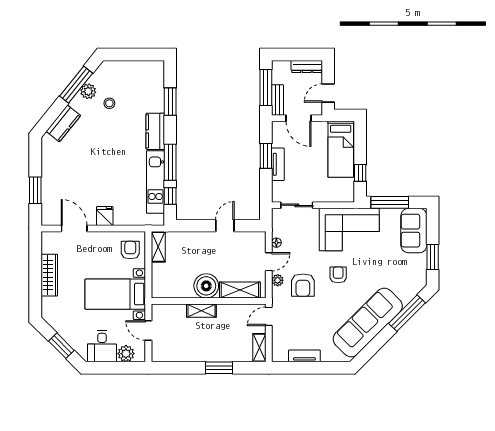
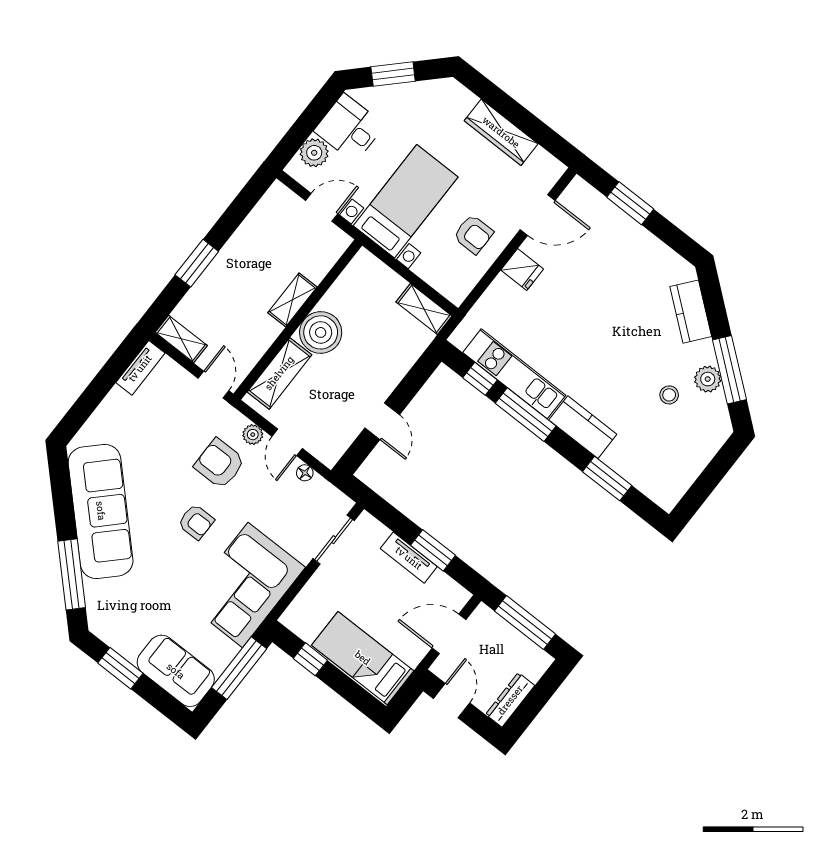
bench: (278, 100) -> (496, 625), removed
armchair: (130, 250) -> (473, 234), moved
tv unit: (304, 356) -> (140, 368), moved

